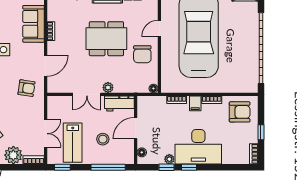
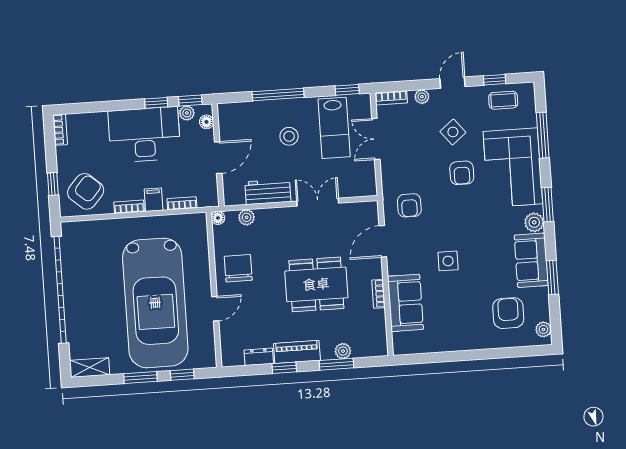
dining table: (106, 39) -> (316, 284), moved
armchair: (26, 88) -> (409, 205), turned -98
plant: (108, 88) -> (247, 217), moved
armchair: (240, 112) -> (86, 191), turned 131
door: (136, 128) -> (218, 158), moved
wall: (136, 130) -> (218, 155), moved
window: (261, 132) -> (53, 184), moved
lab bench: (73, 143) -> (334, 128), turned 180
floor lamp: (142, 152) -> (206, 122), moved
plant: (13, 155) -> (422, 97), width x0.53, depth x0.53

